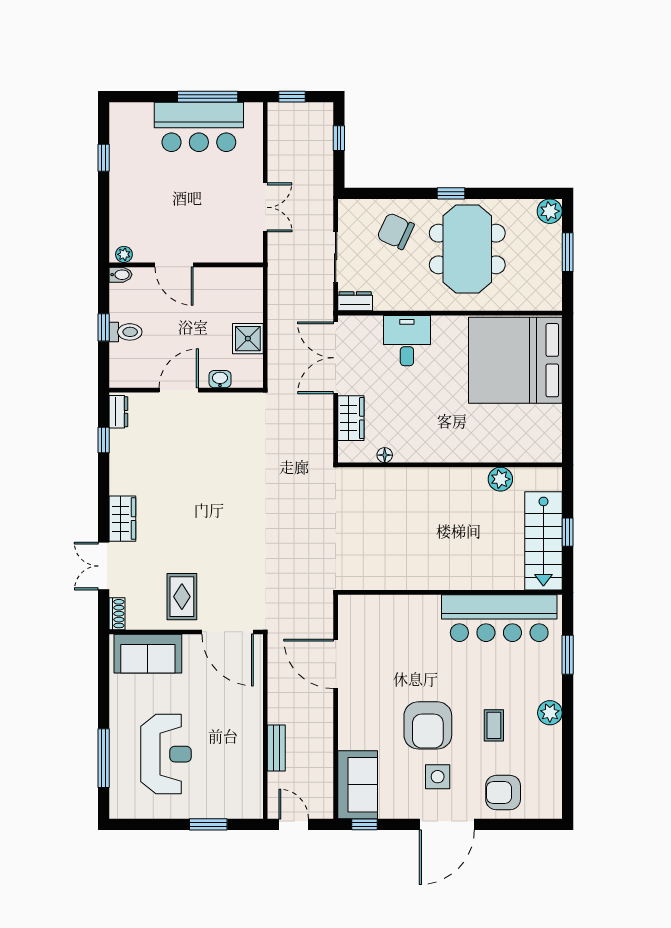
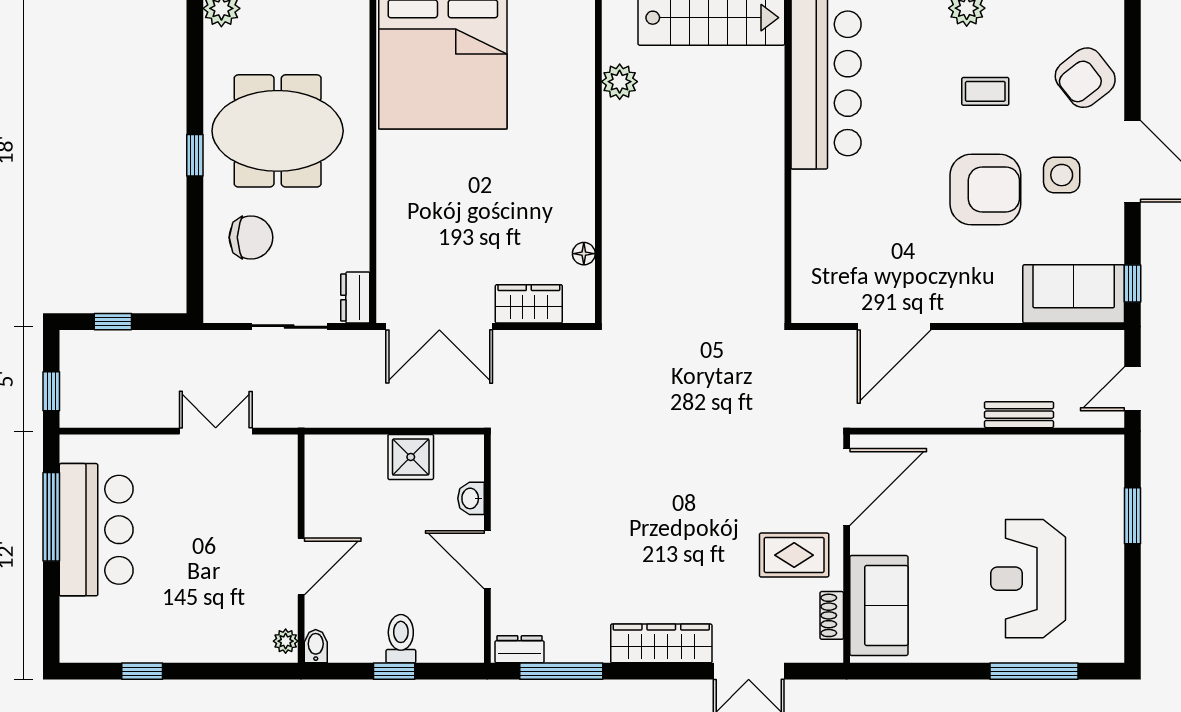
chair: (396, 231) -> (251, 237), turned -115
desk: (407, 341) -> (414, 221), removed
window: (104, 440) -> (561, 671), width x2.17
wardrobe: (122, 519) -> (661, 643), width x1.50
shoe rack: (117, 614) -> (832, 615), moved, turned -90
reception desk: (166, 754) -> (1028, 579), turned -90
armchair: (503, 793) -> (1085, 78), turned 52

